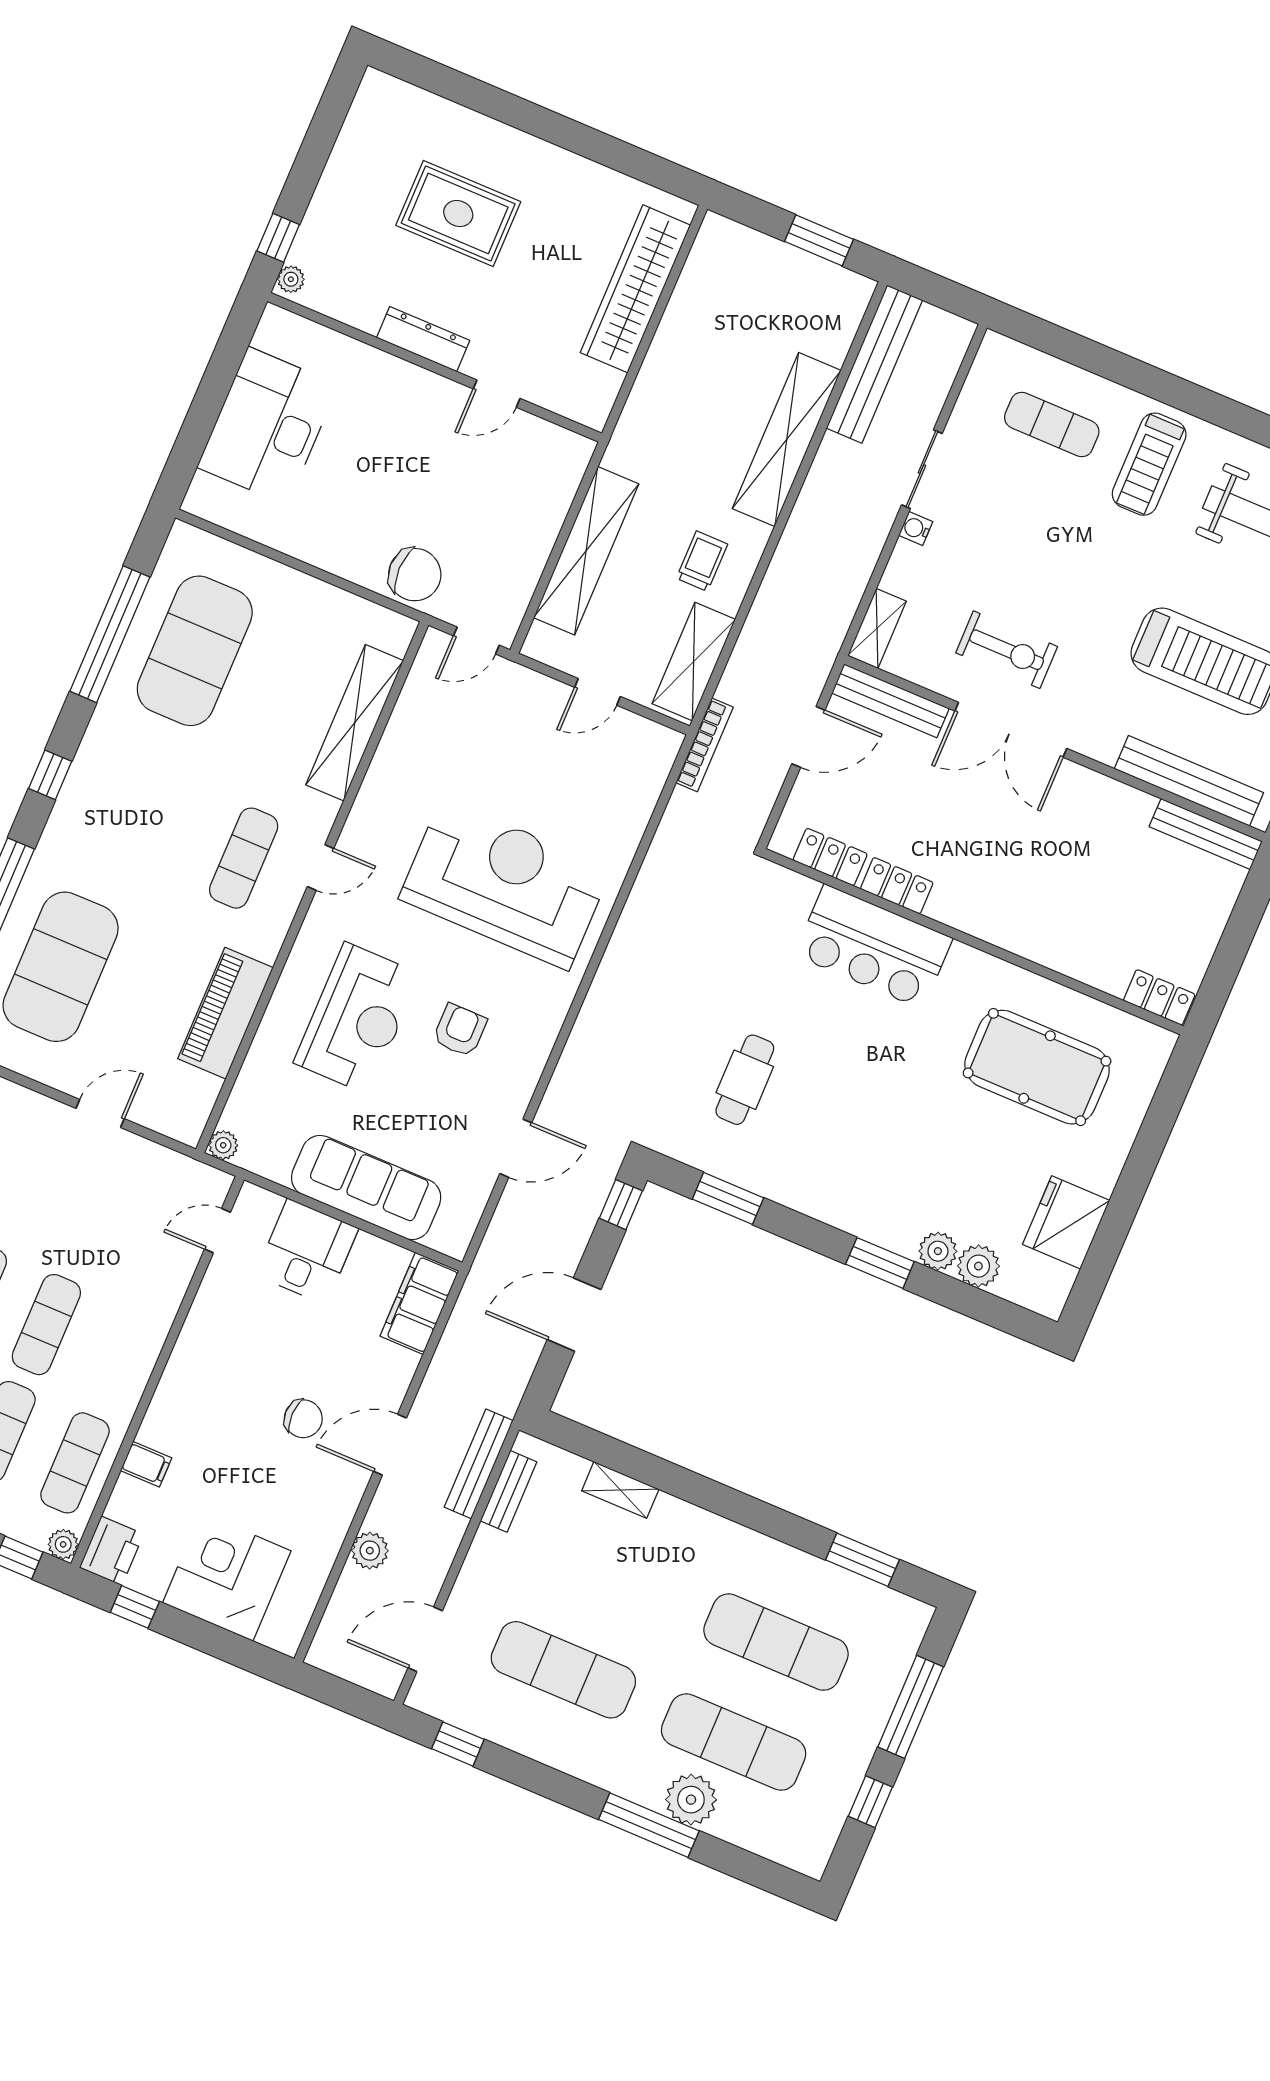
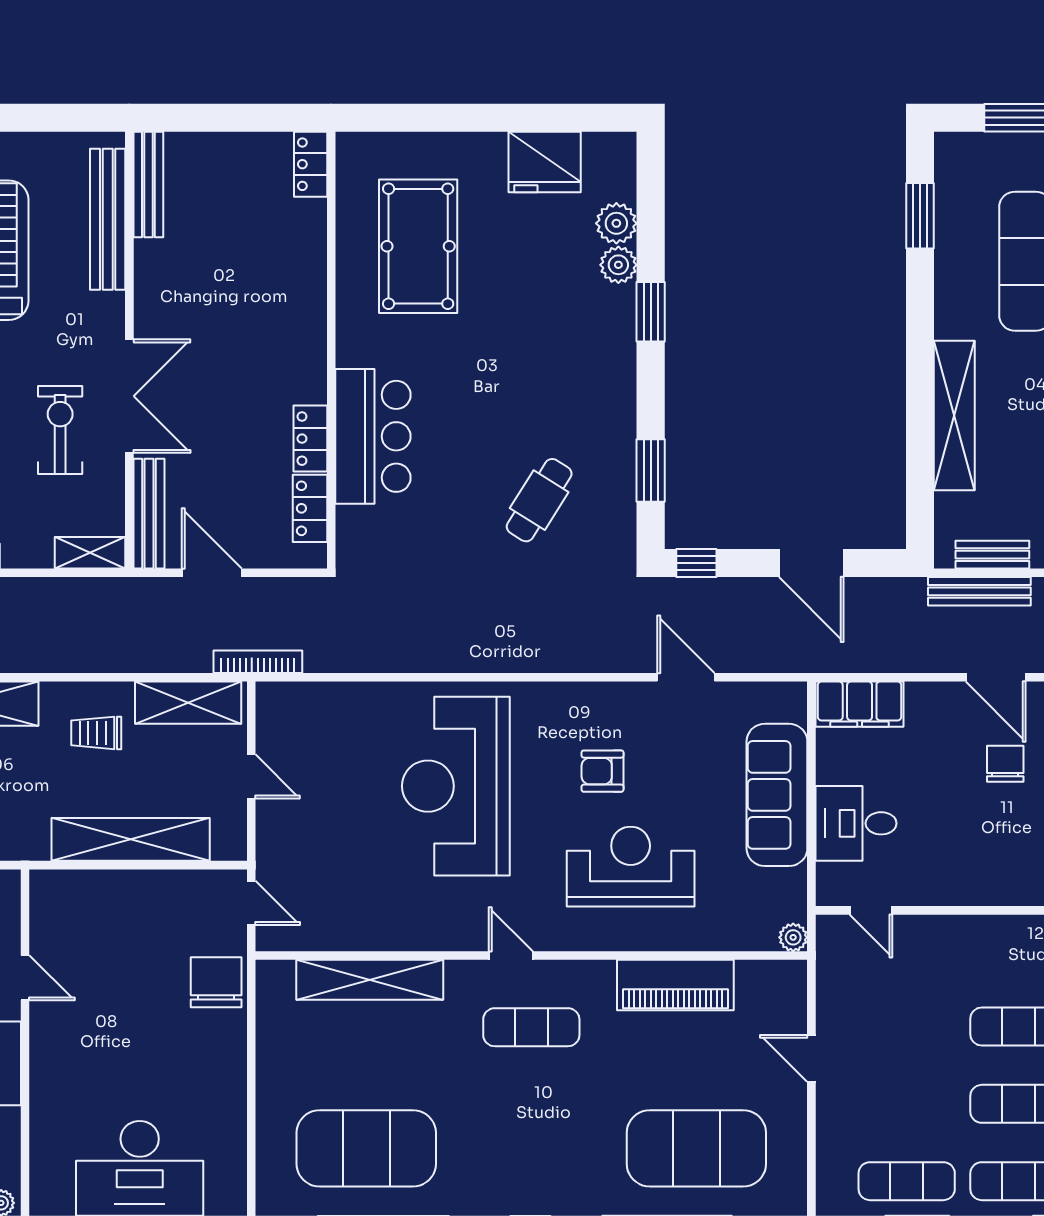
cafe table: (745, 1080) -> (539, 500), turned -58
shelving: (620, 1490) -> (954, 415), width x2.20, depth x1.33

